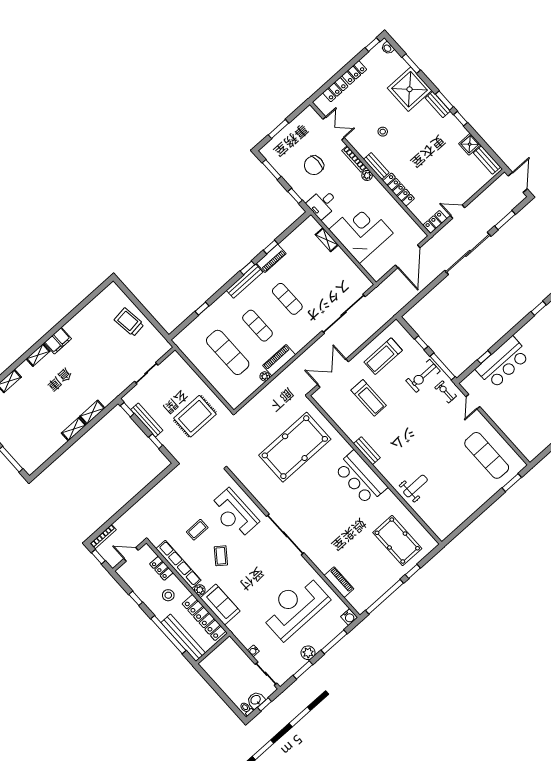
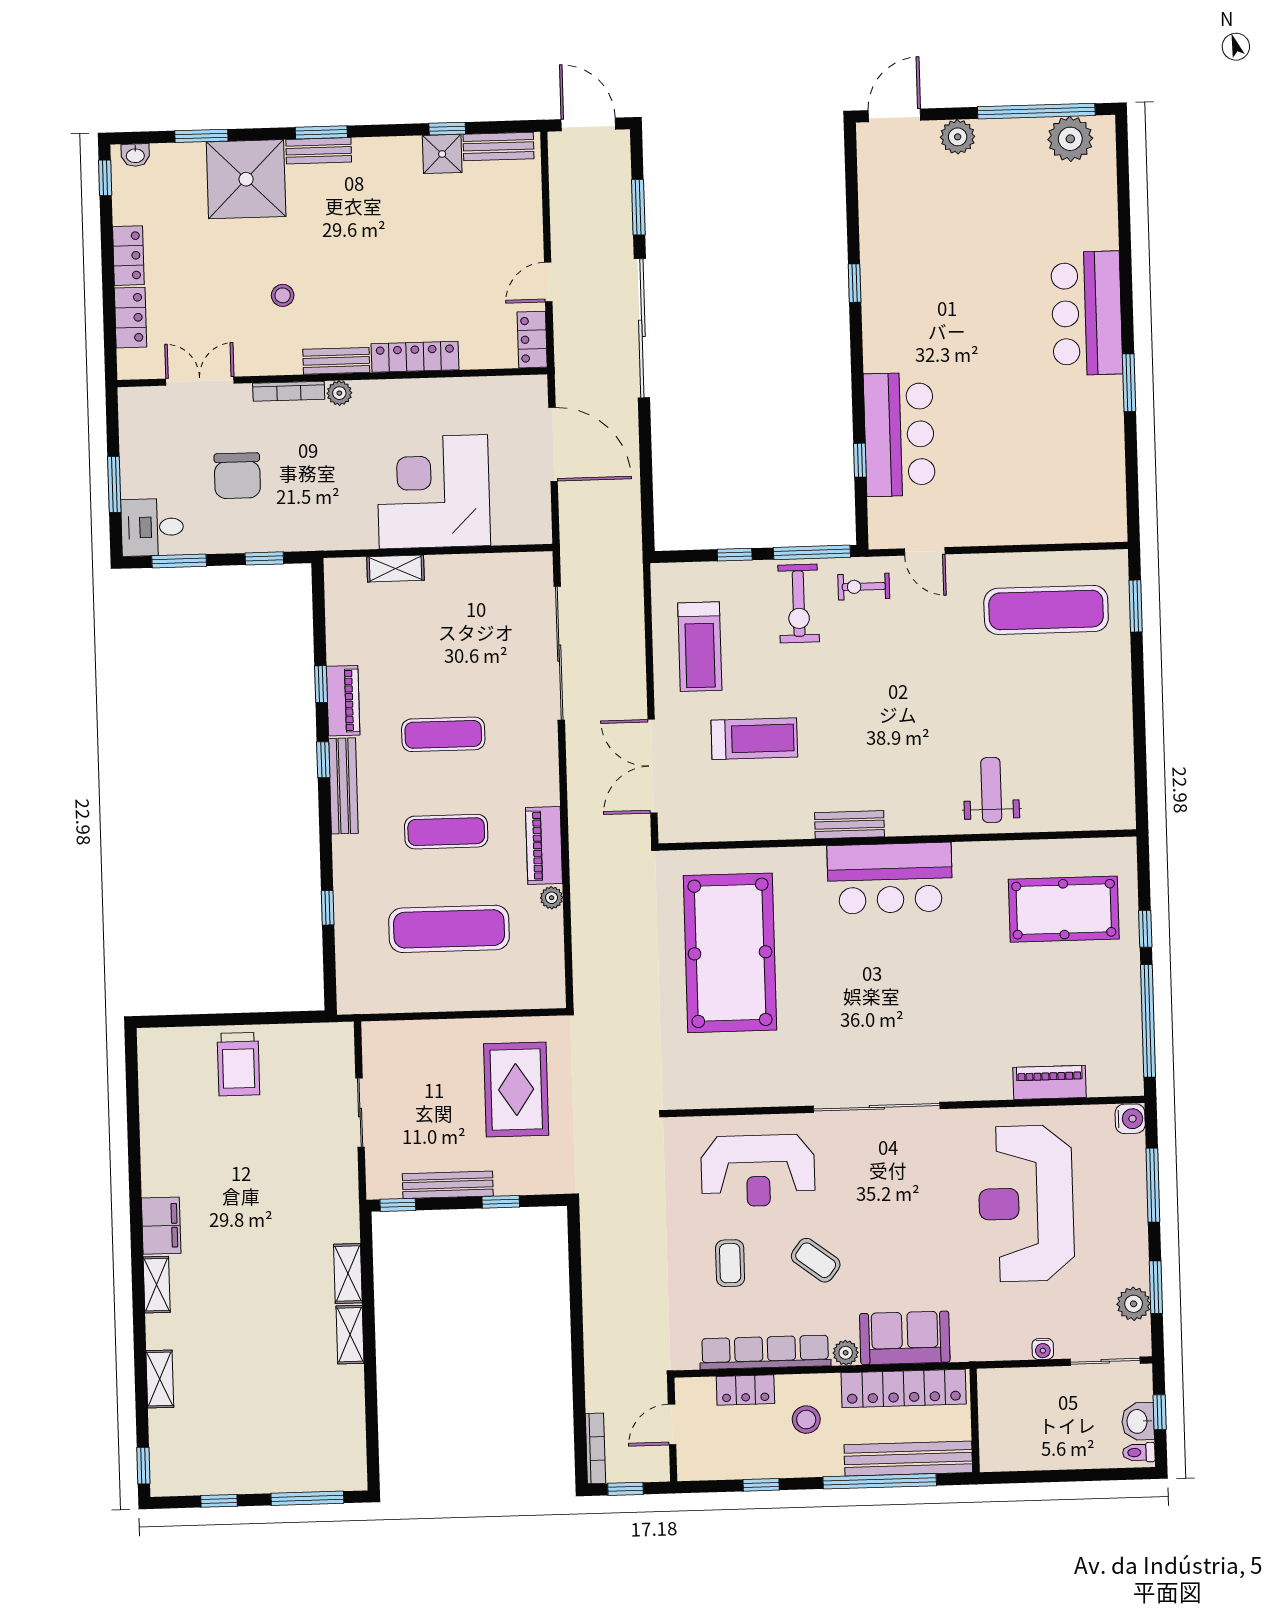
window: (461, 119) -> (447, 129), moved
desk: (322, 204) -> (152, 527), moved, turned 90
trolley: (129, 322) -> (238, 1064), turned -83
plant: (308, 653) -> (1134, 1304), moved

